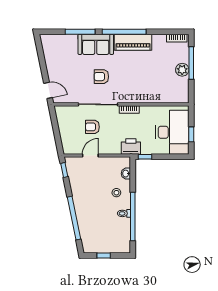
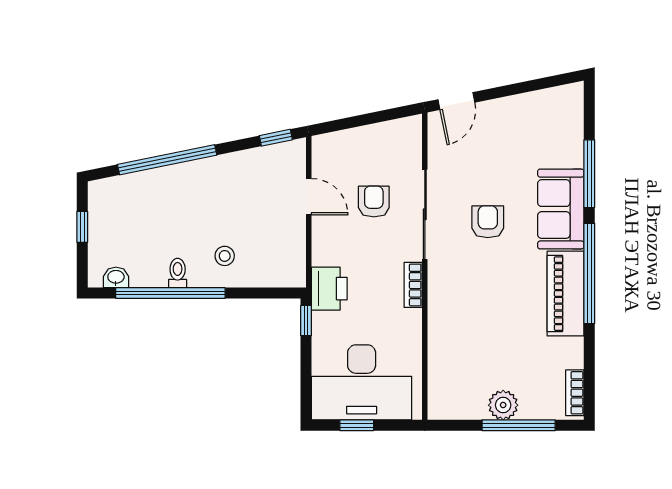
washbasin: (126, 174) -> (116, 277), moved

